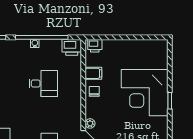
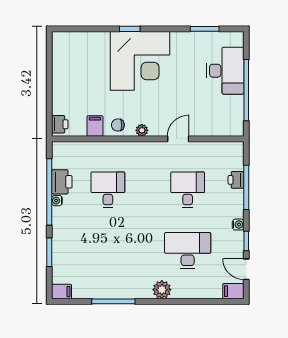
printer: (72, 47) -> (62, 182), moved
corner desk: (145, 93) -> (140, 61), moved
plant: (90, 123) -> (142, 130), moved

